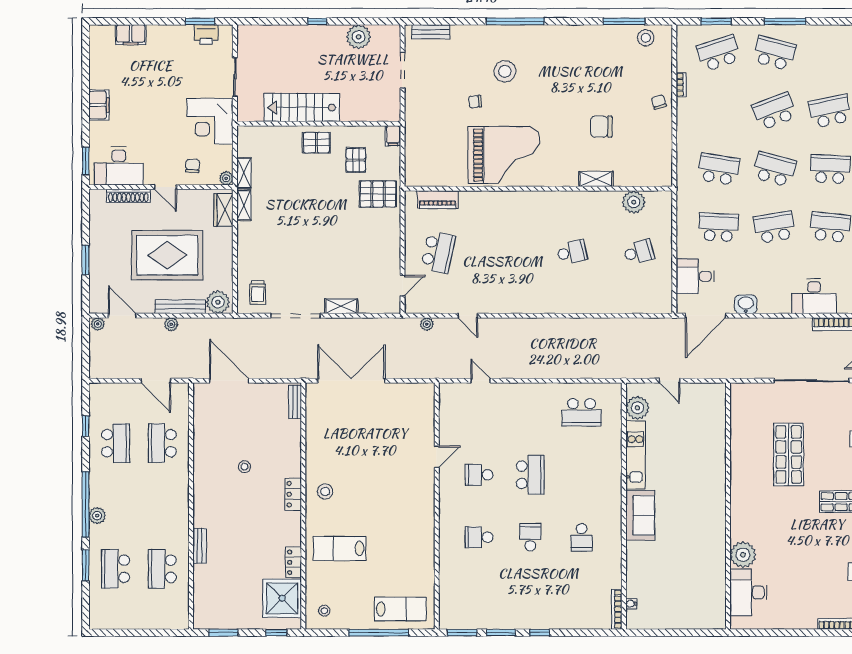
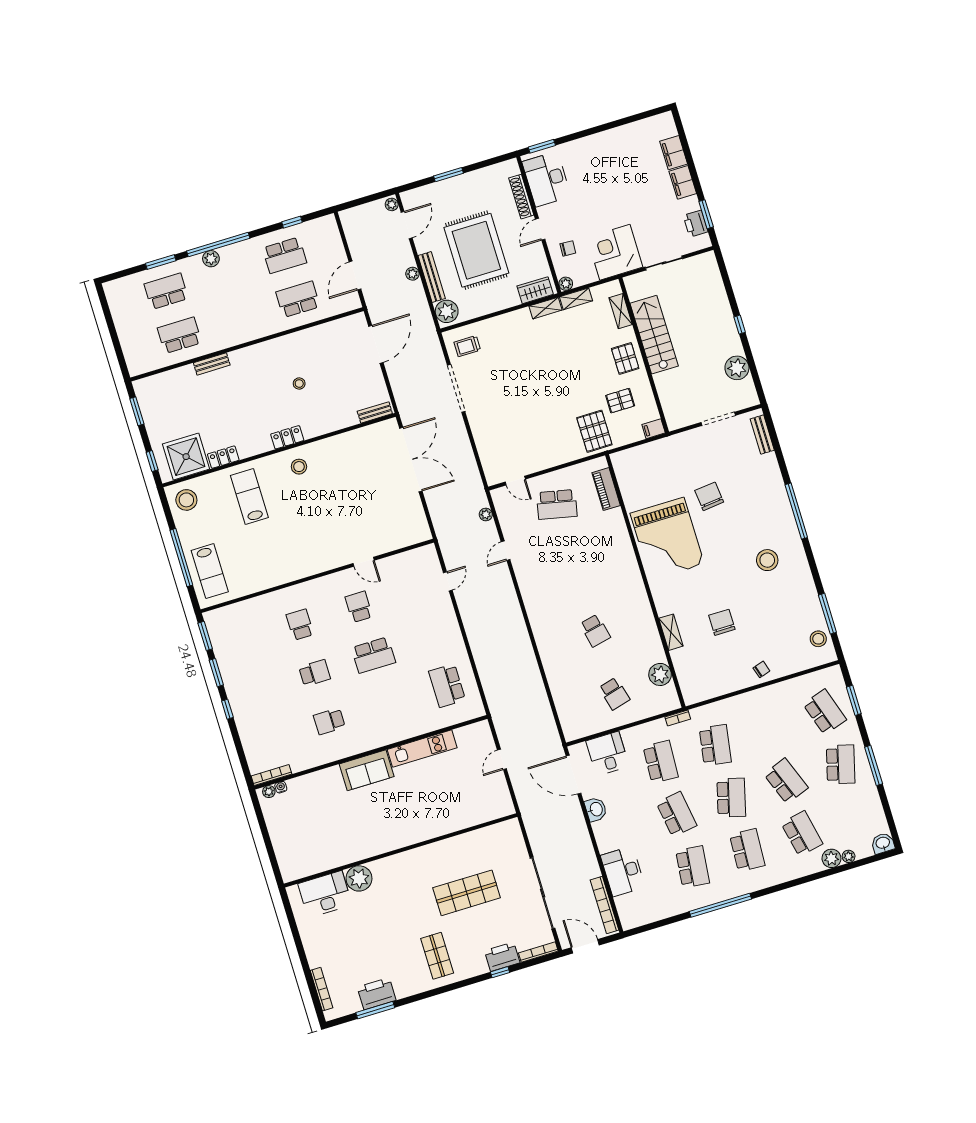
stool: (505, 71) -> (767, 560), moved
bookcase: (681, 85) -> (678, 718), moved
chair: (475, 102) -> (709, 496), width x1.87, depth x1.87
filing cabinet: (99, 105) -> (683, 182), moved, turned 90
shelving: (341, 306) -> (621, 311), moved
plant: (637, 408) -> (269, 792), moved, width x0.53, depth x0.53
stool: (324, 611) -> (186, 500), width x1.89, depth x1.89

